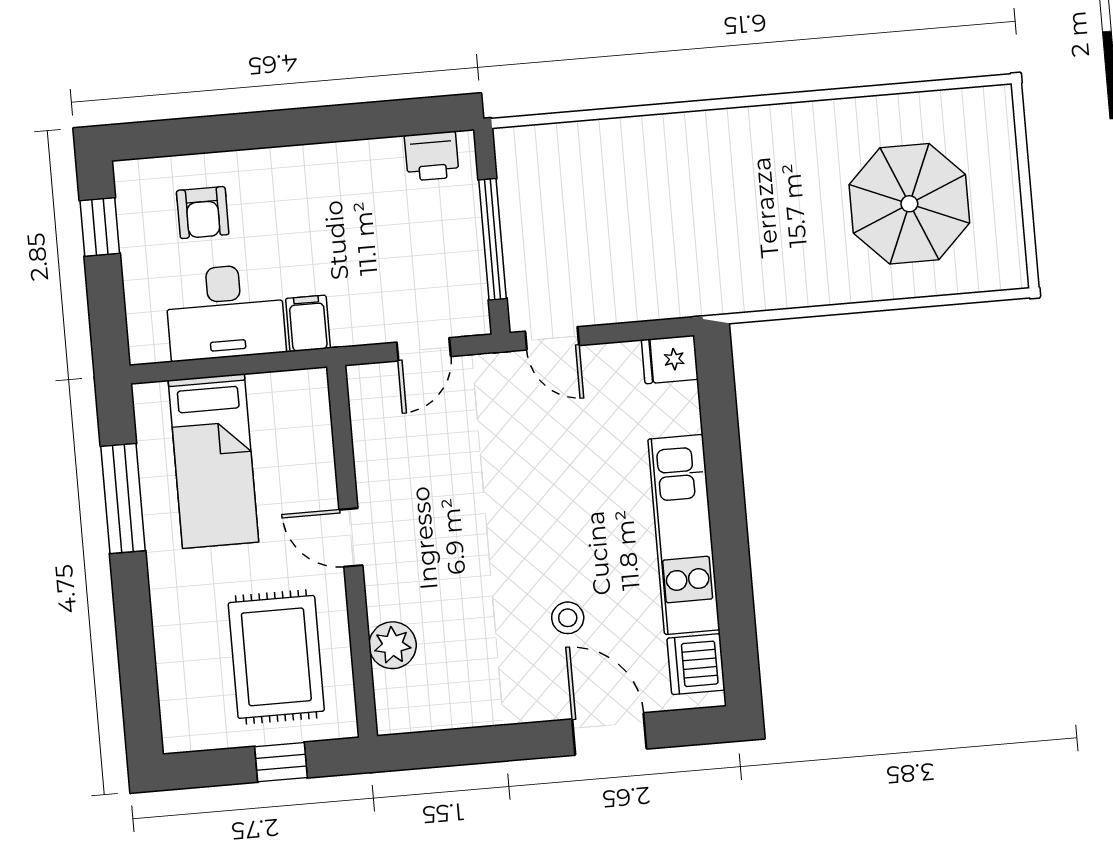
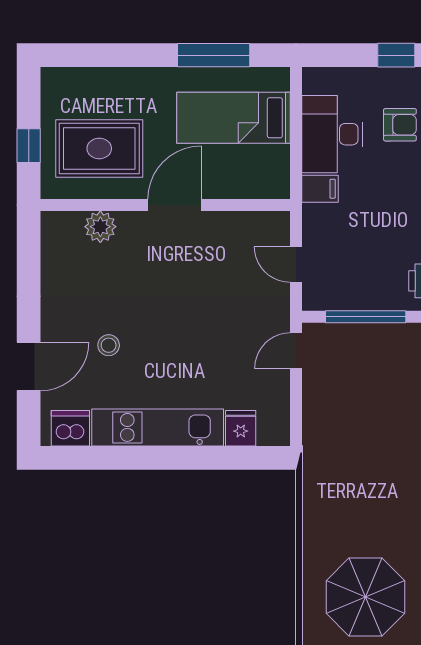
armchair: (203, 213) -> (400, 125), turned 180
fridge: (670, 359) -> (241, 428), moved
door: (351, 537) -> (175, 205), width x1.38

